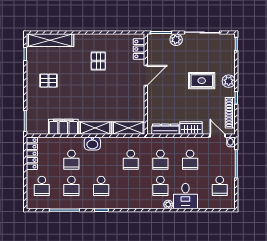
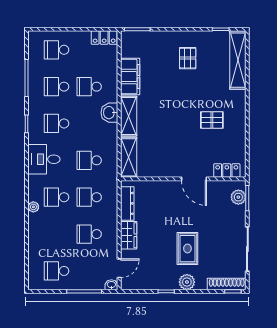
plant: (176, 40) -> (238, 197), moved
shoe rack: (230, 113) -> (227, 284), moved
locker: (32, 153) -> (104, 38), width x0.66
desk: (185, 196) -> (44, 159), moved

